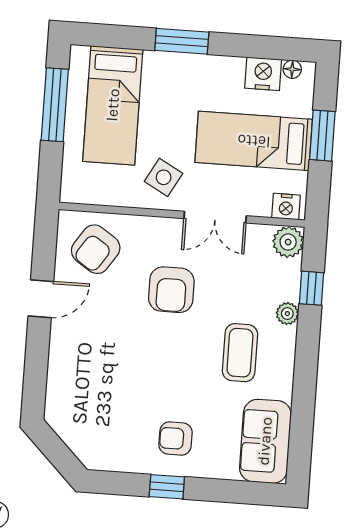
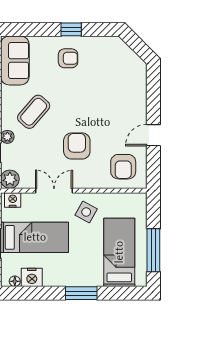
armchair: (96, 249) -> (123, 167), turned 146
coffee table: (240, 353) -> (34, 112), turned 41

